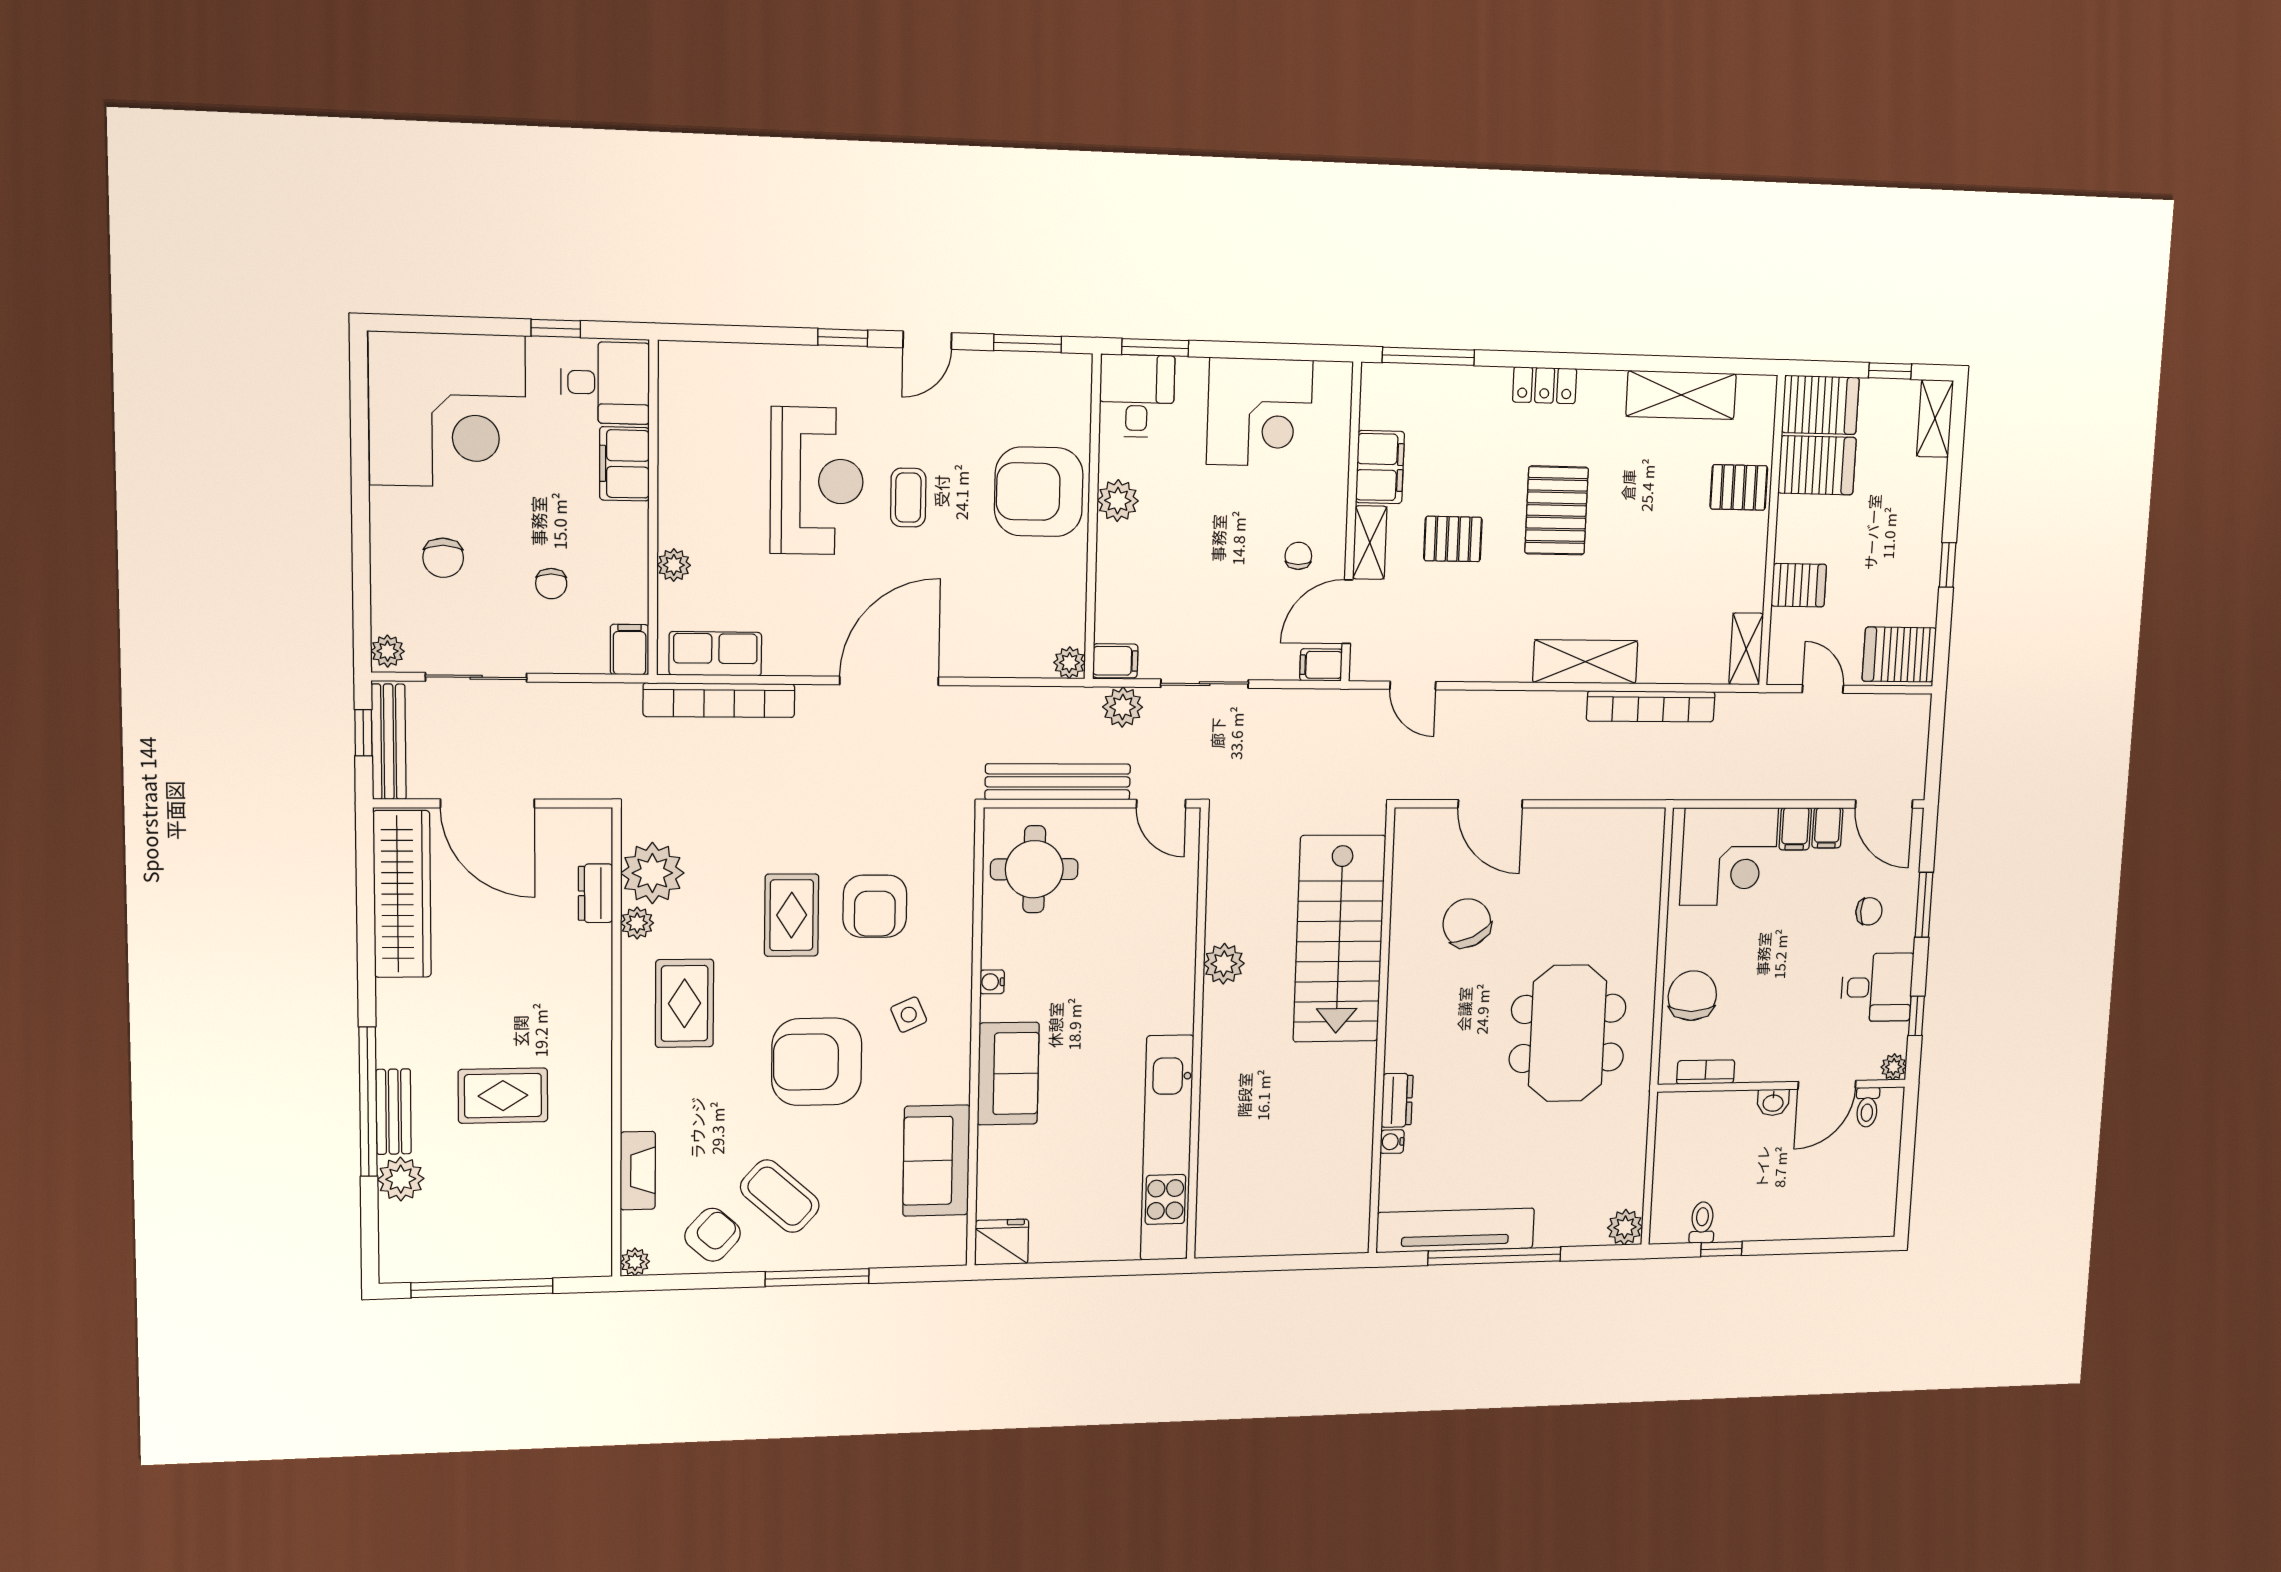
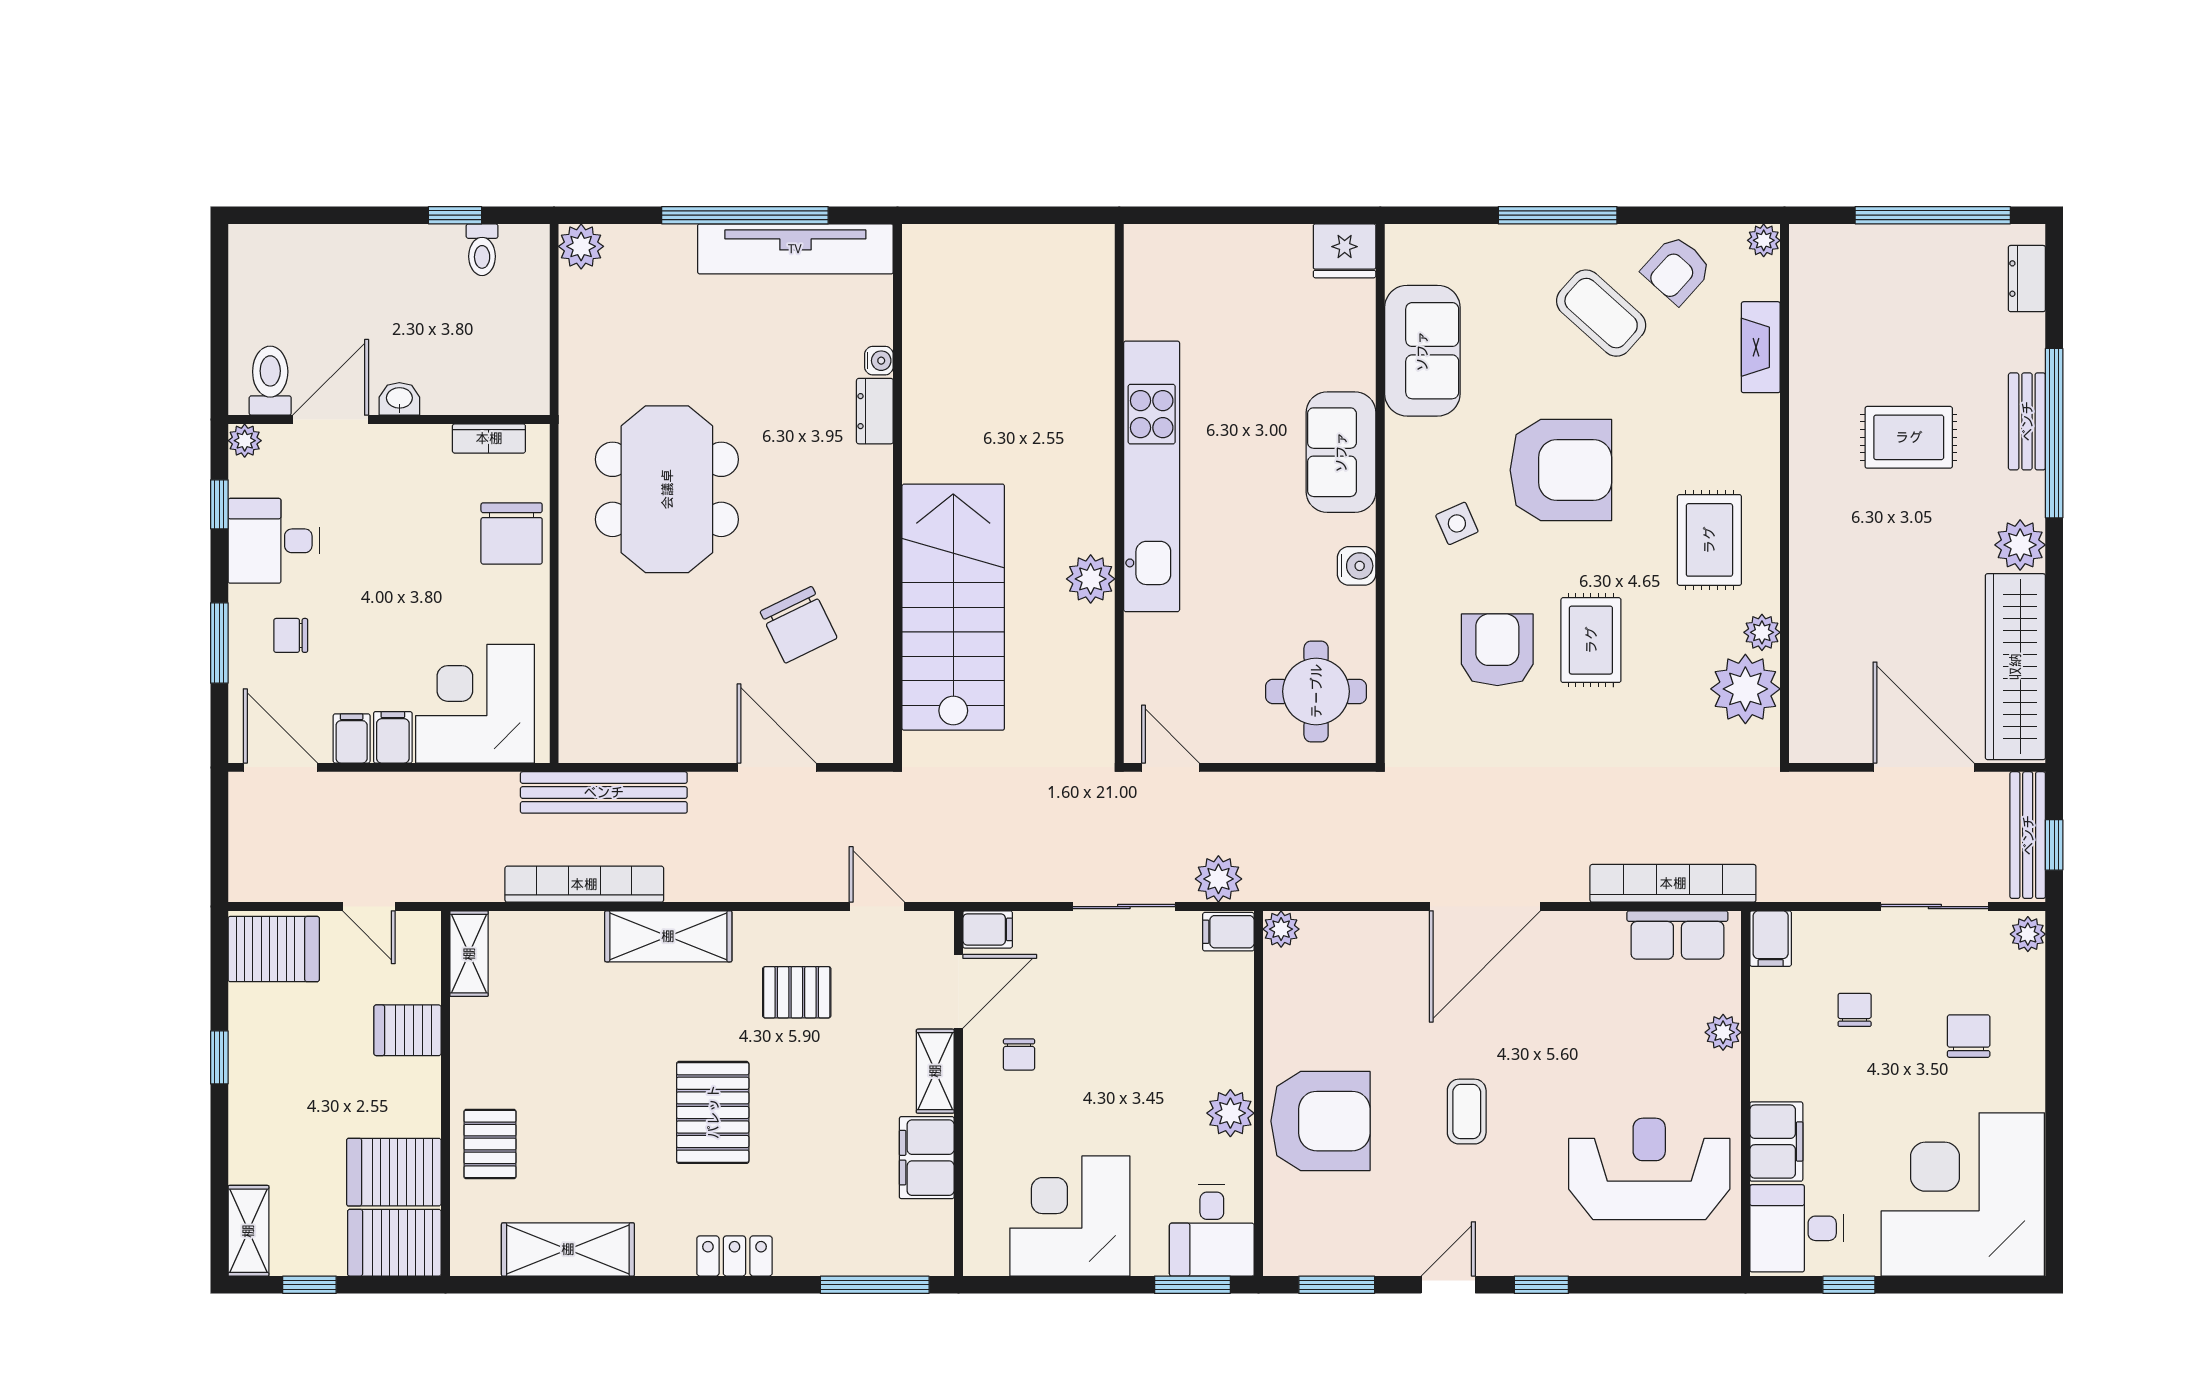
reception desk: (817, 481) -> (1649, 1169), moved, turned 90
pallet: (1739, 487) -> (490, 1144), turned 90
pallet: (1453, 539) -> (797, 992), moved
bench: (1058, 782) -> (604, 792), moved
dresser: (595, 893) -> (2027, 279), moved, turned 180
water cooler: (992, 982) -> (1357, 566), width x1.38, depth x1.38
toilet: (1867, 1107) -> (270, 381), width x1.37, depth x1.39
kitchen unit: (1167, 1148) -> (1152, 476), moved
plant: (401, 1179) -> (2020, 545), moved

